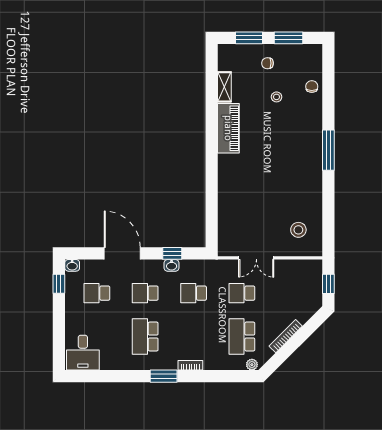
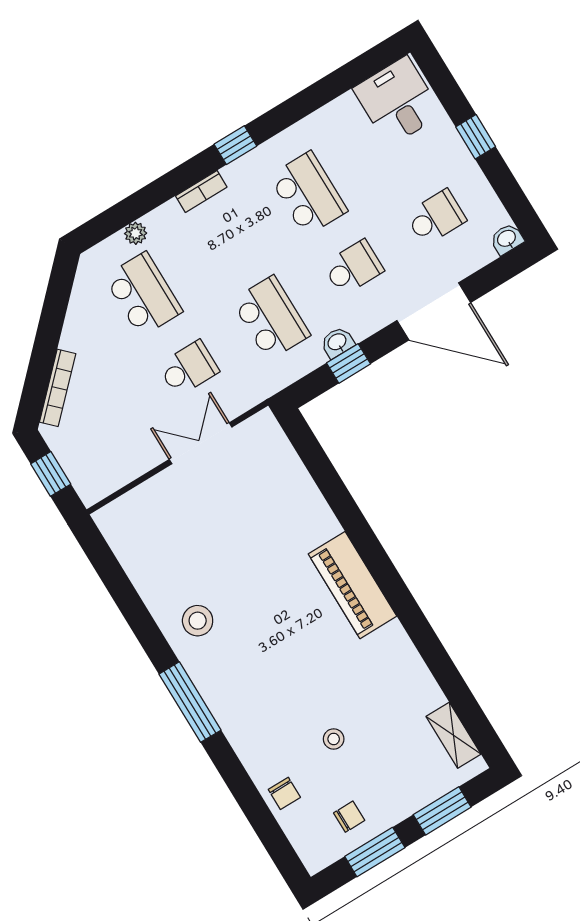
chair: (268, 63) -> (349, 817), moved
shelving: (224, 87) -> (453, 735), moved
piano: (228, 128) -> (352, 585), moved
stool: (298, 230) -> (198, 621), moved
window: (59, 284) -> (476, 137), moved
school desk: (194, 293) -> (271, 318), width x1.85
bookcase: (286, 336) -> (58, 388), moved
plant: (252, 365) -> (136, 233), moved
window: (164, 376) -> (235, 145), width x0.67

